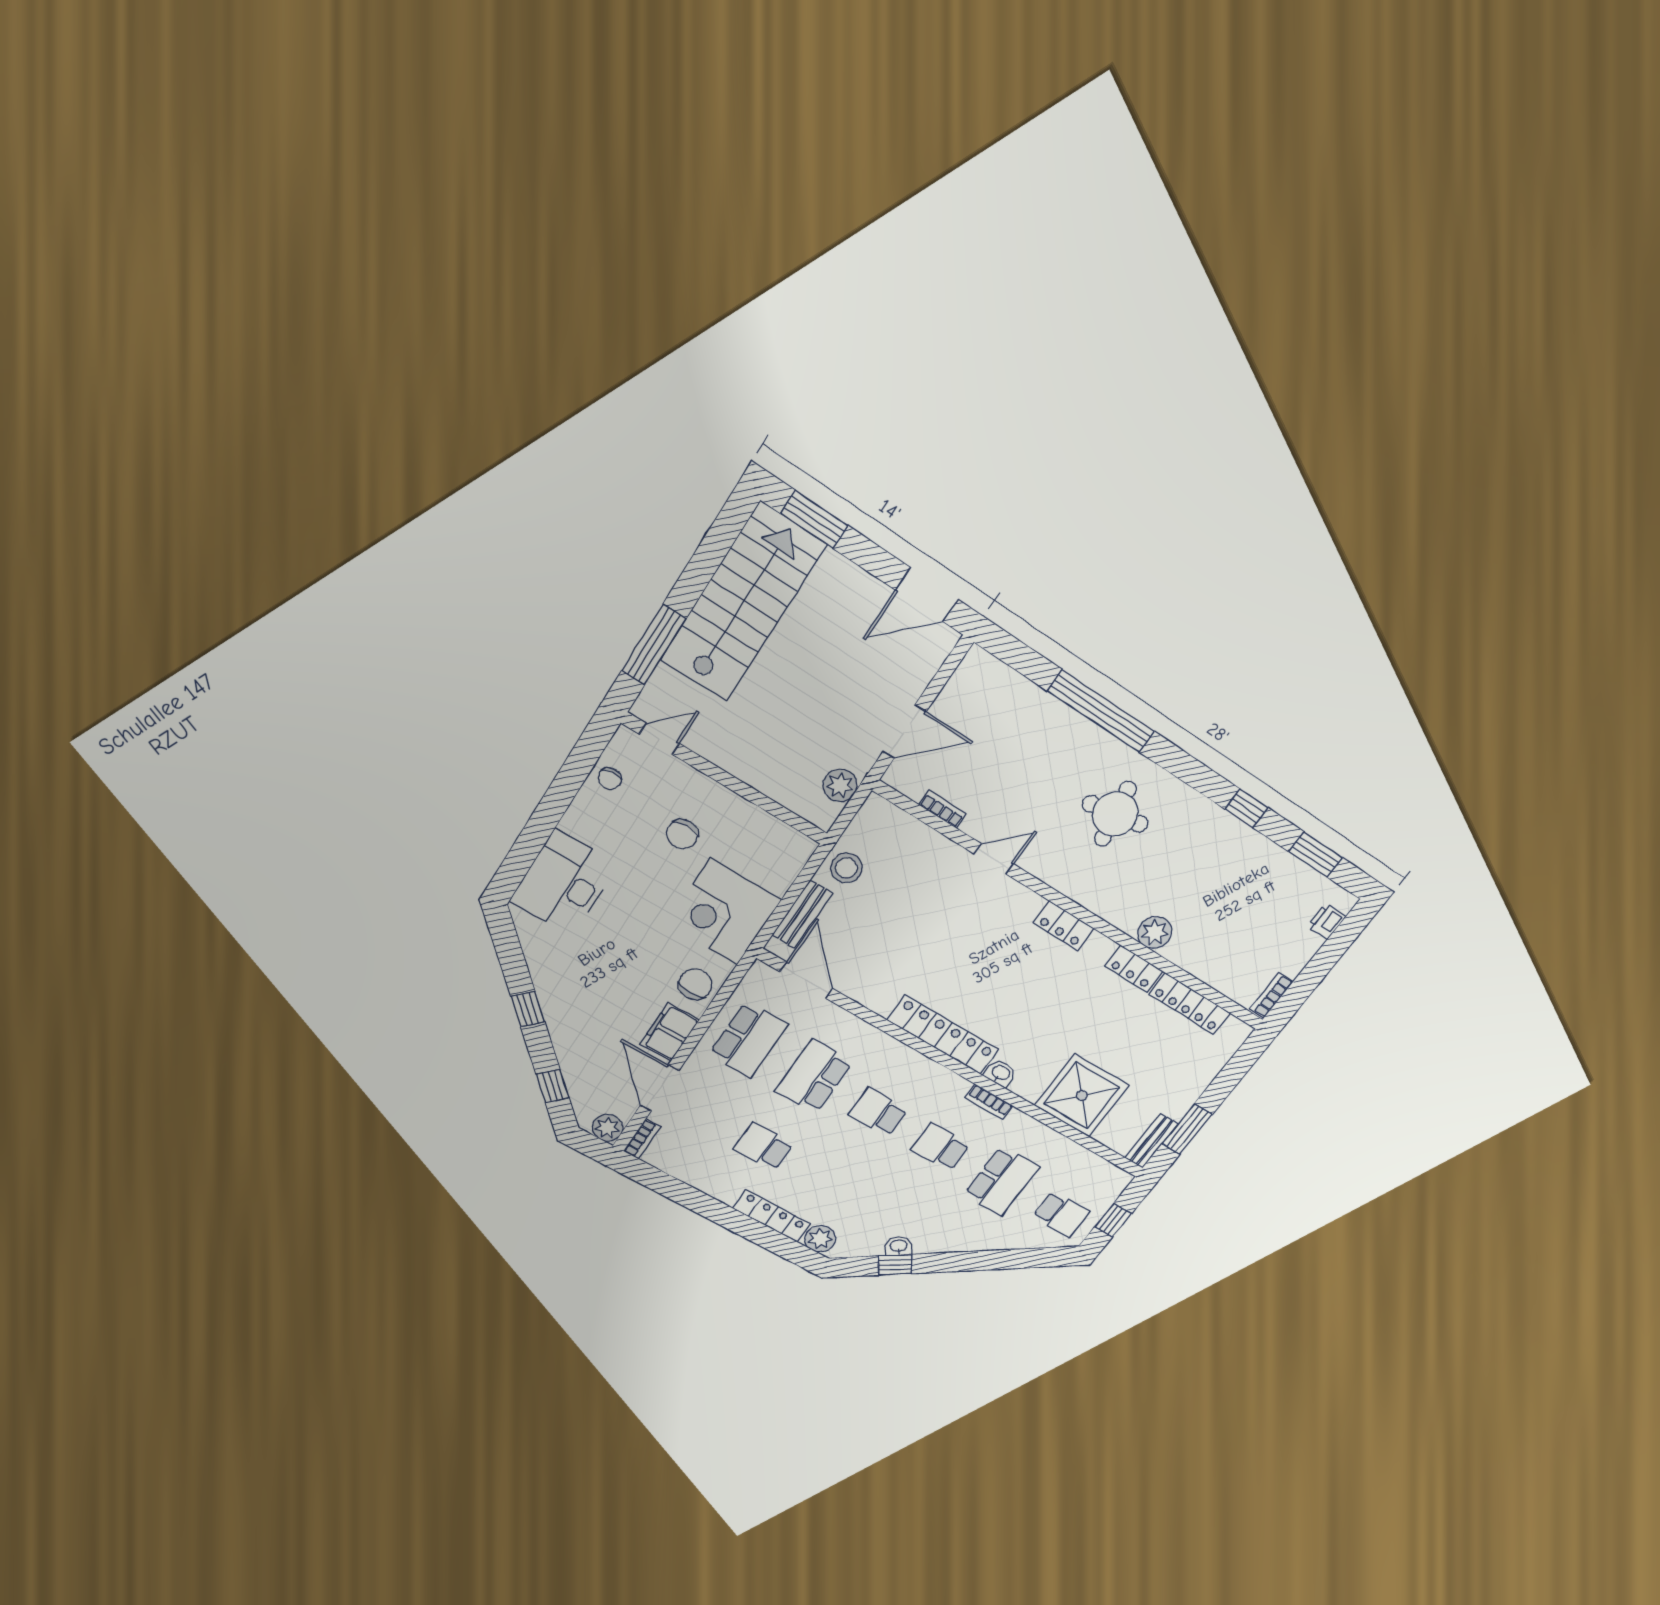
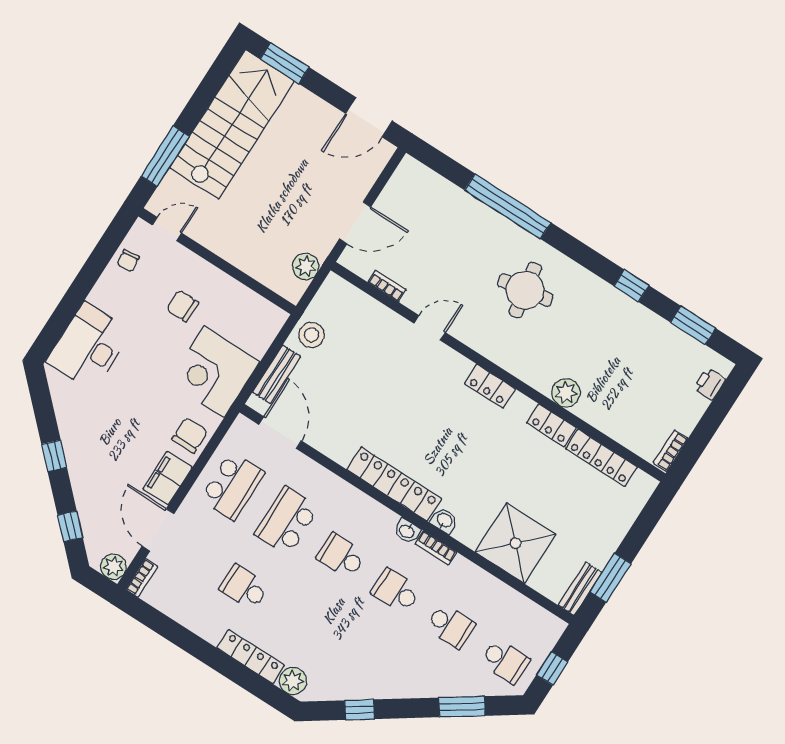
chair: (682, 834) -> (183, 306), turned 90
school desk: (1002, 1181) -> (450, 626), width x0.54
washbasin: (899, 1246) -> (407, 531), moved, turned -146
window: (1010, 1259) -> (462, 707), added

